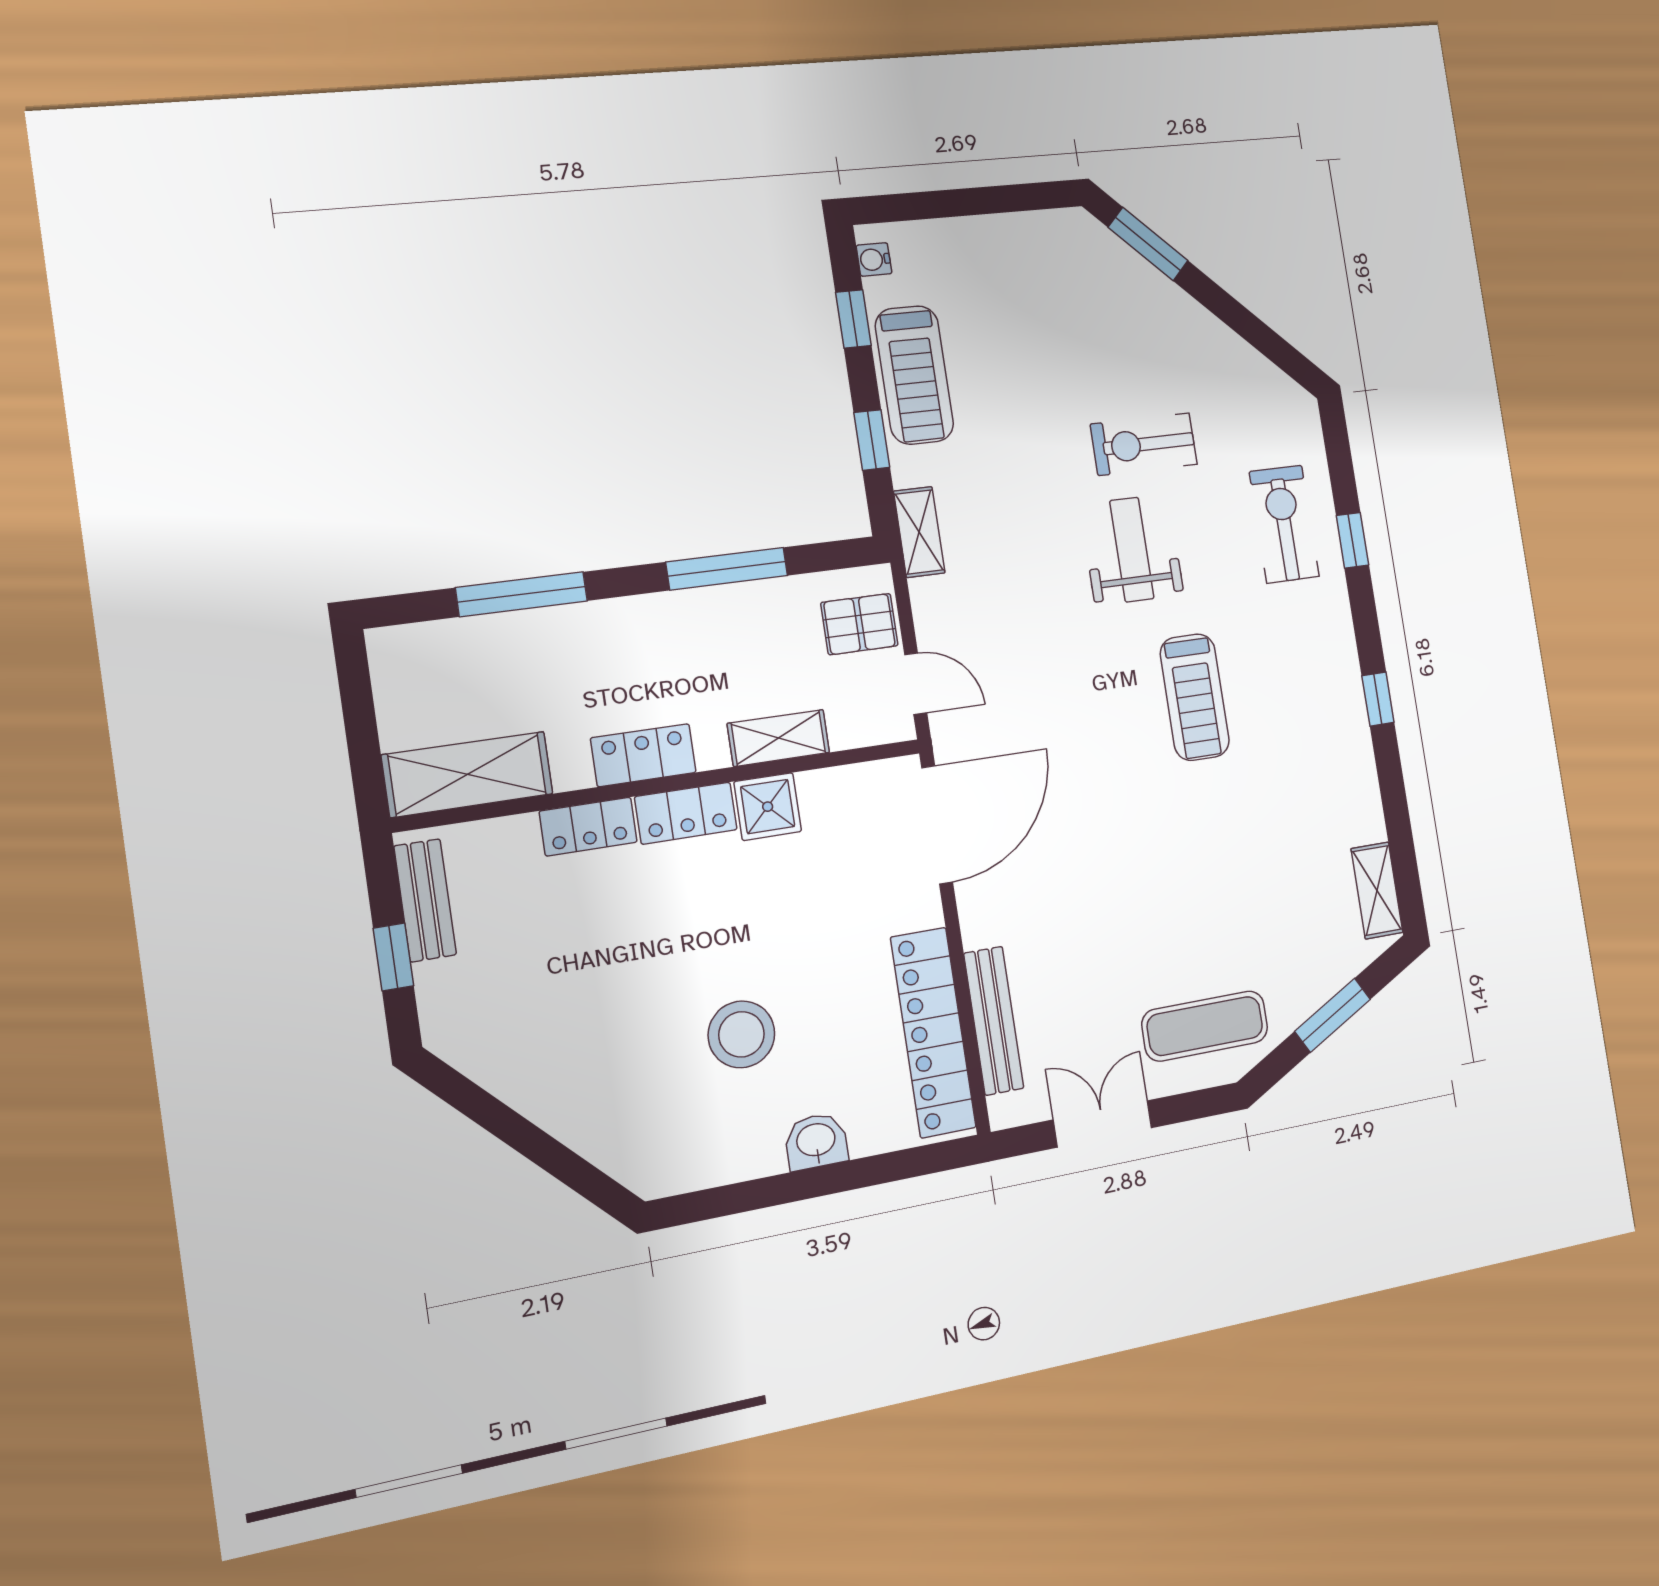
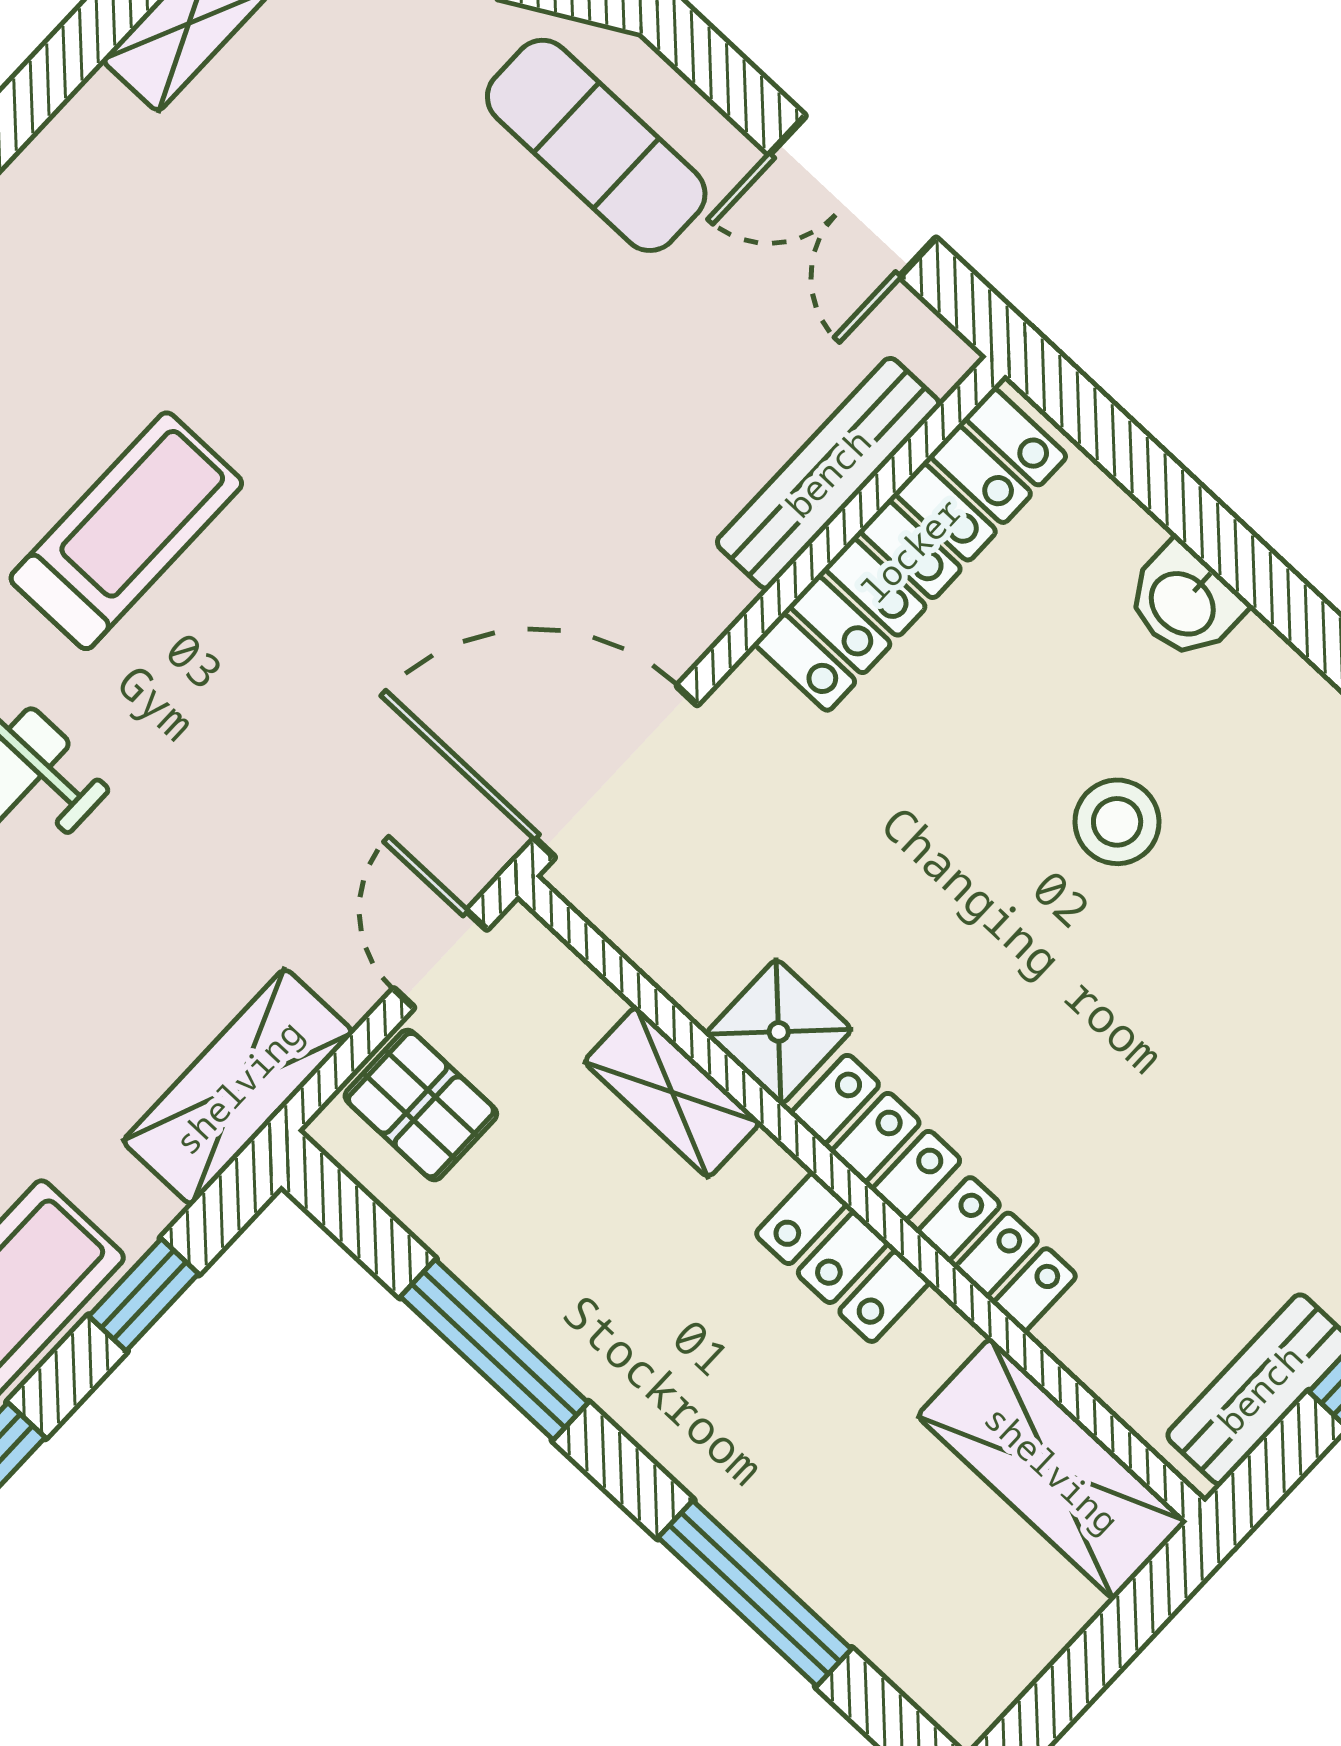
shelving: (919, 532) -> (238, 1087), width x1.50, depth x1.33
stool: (741, 1034) -> (1117, 822), width x0.73, depth x0.73

